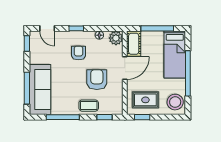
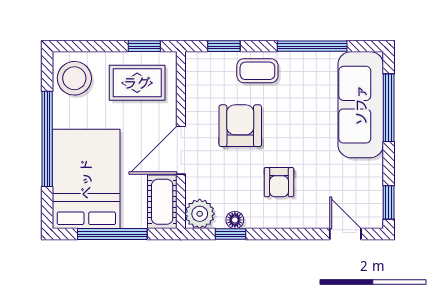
window: (76, 28) -> (230, 234), moved
bed: (175, 55) -> (86, 179), width x1.50
armchair: (97, 80) -> (240, 126), turned 180

